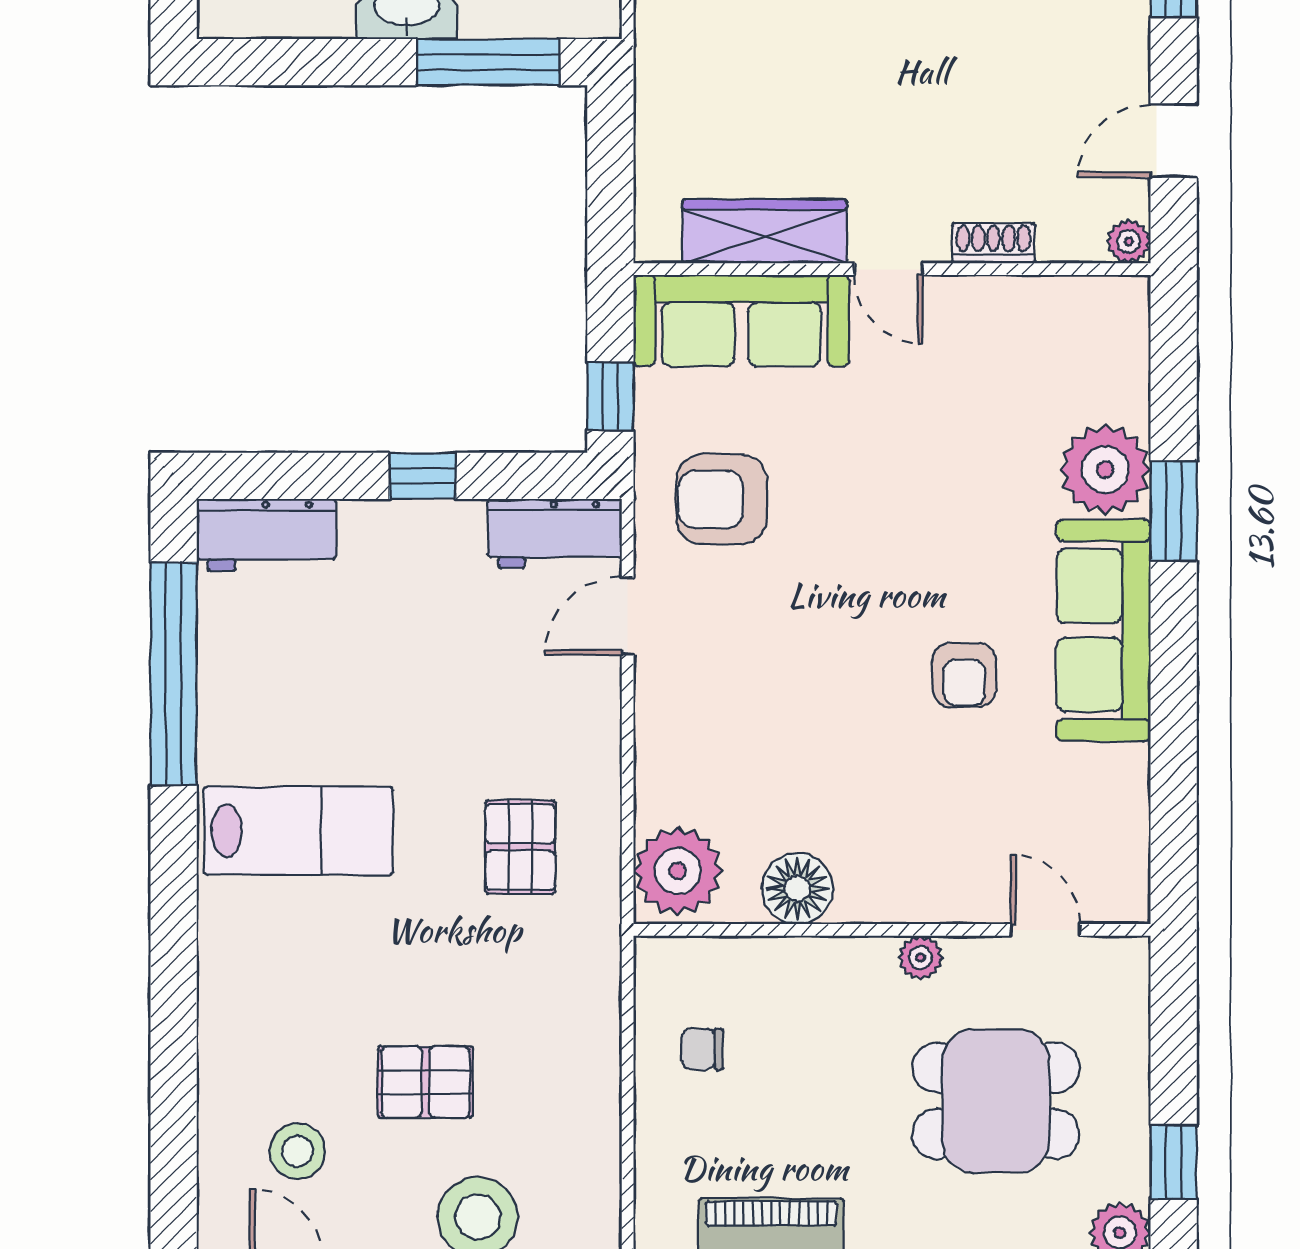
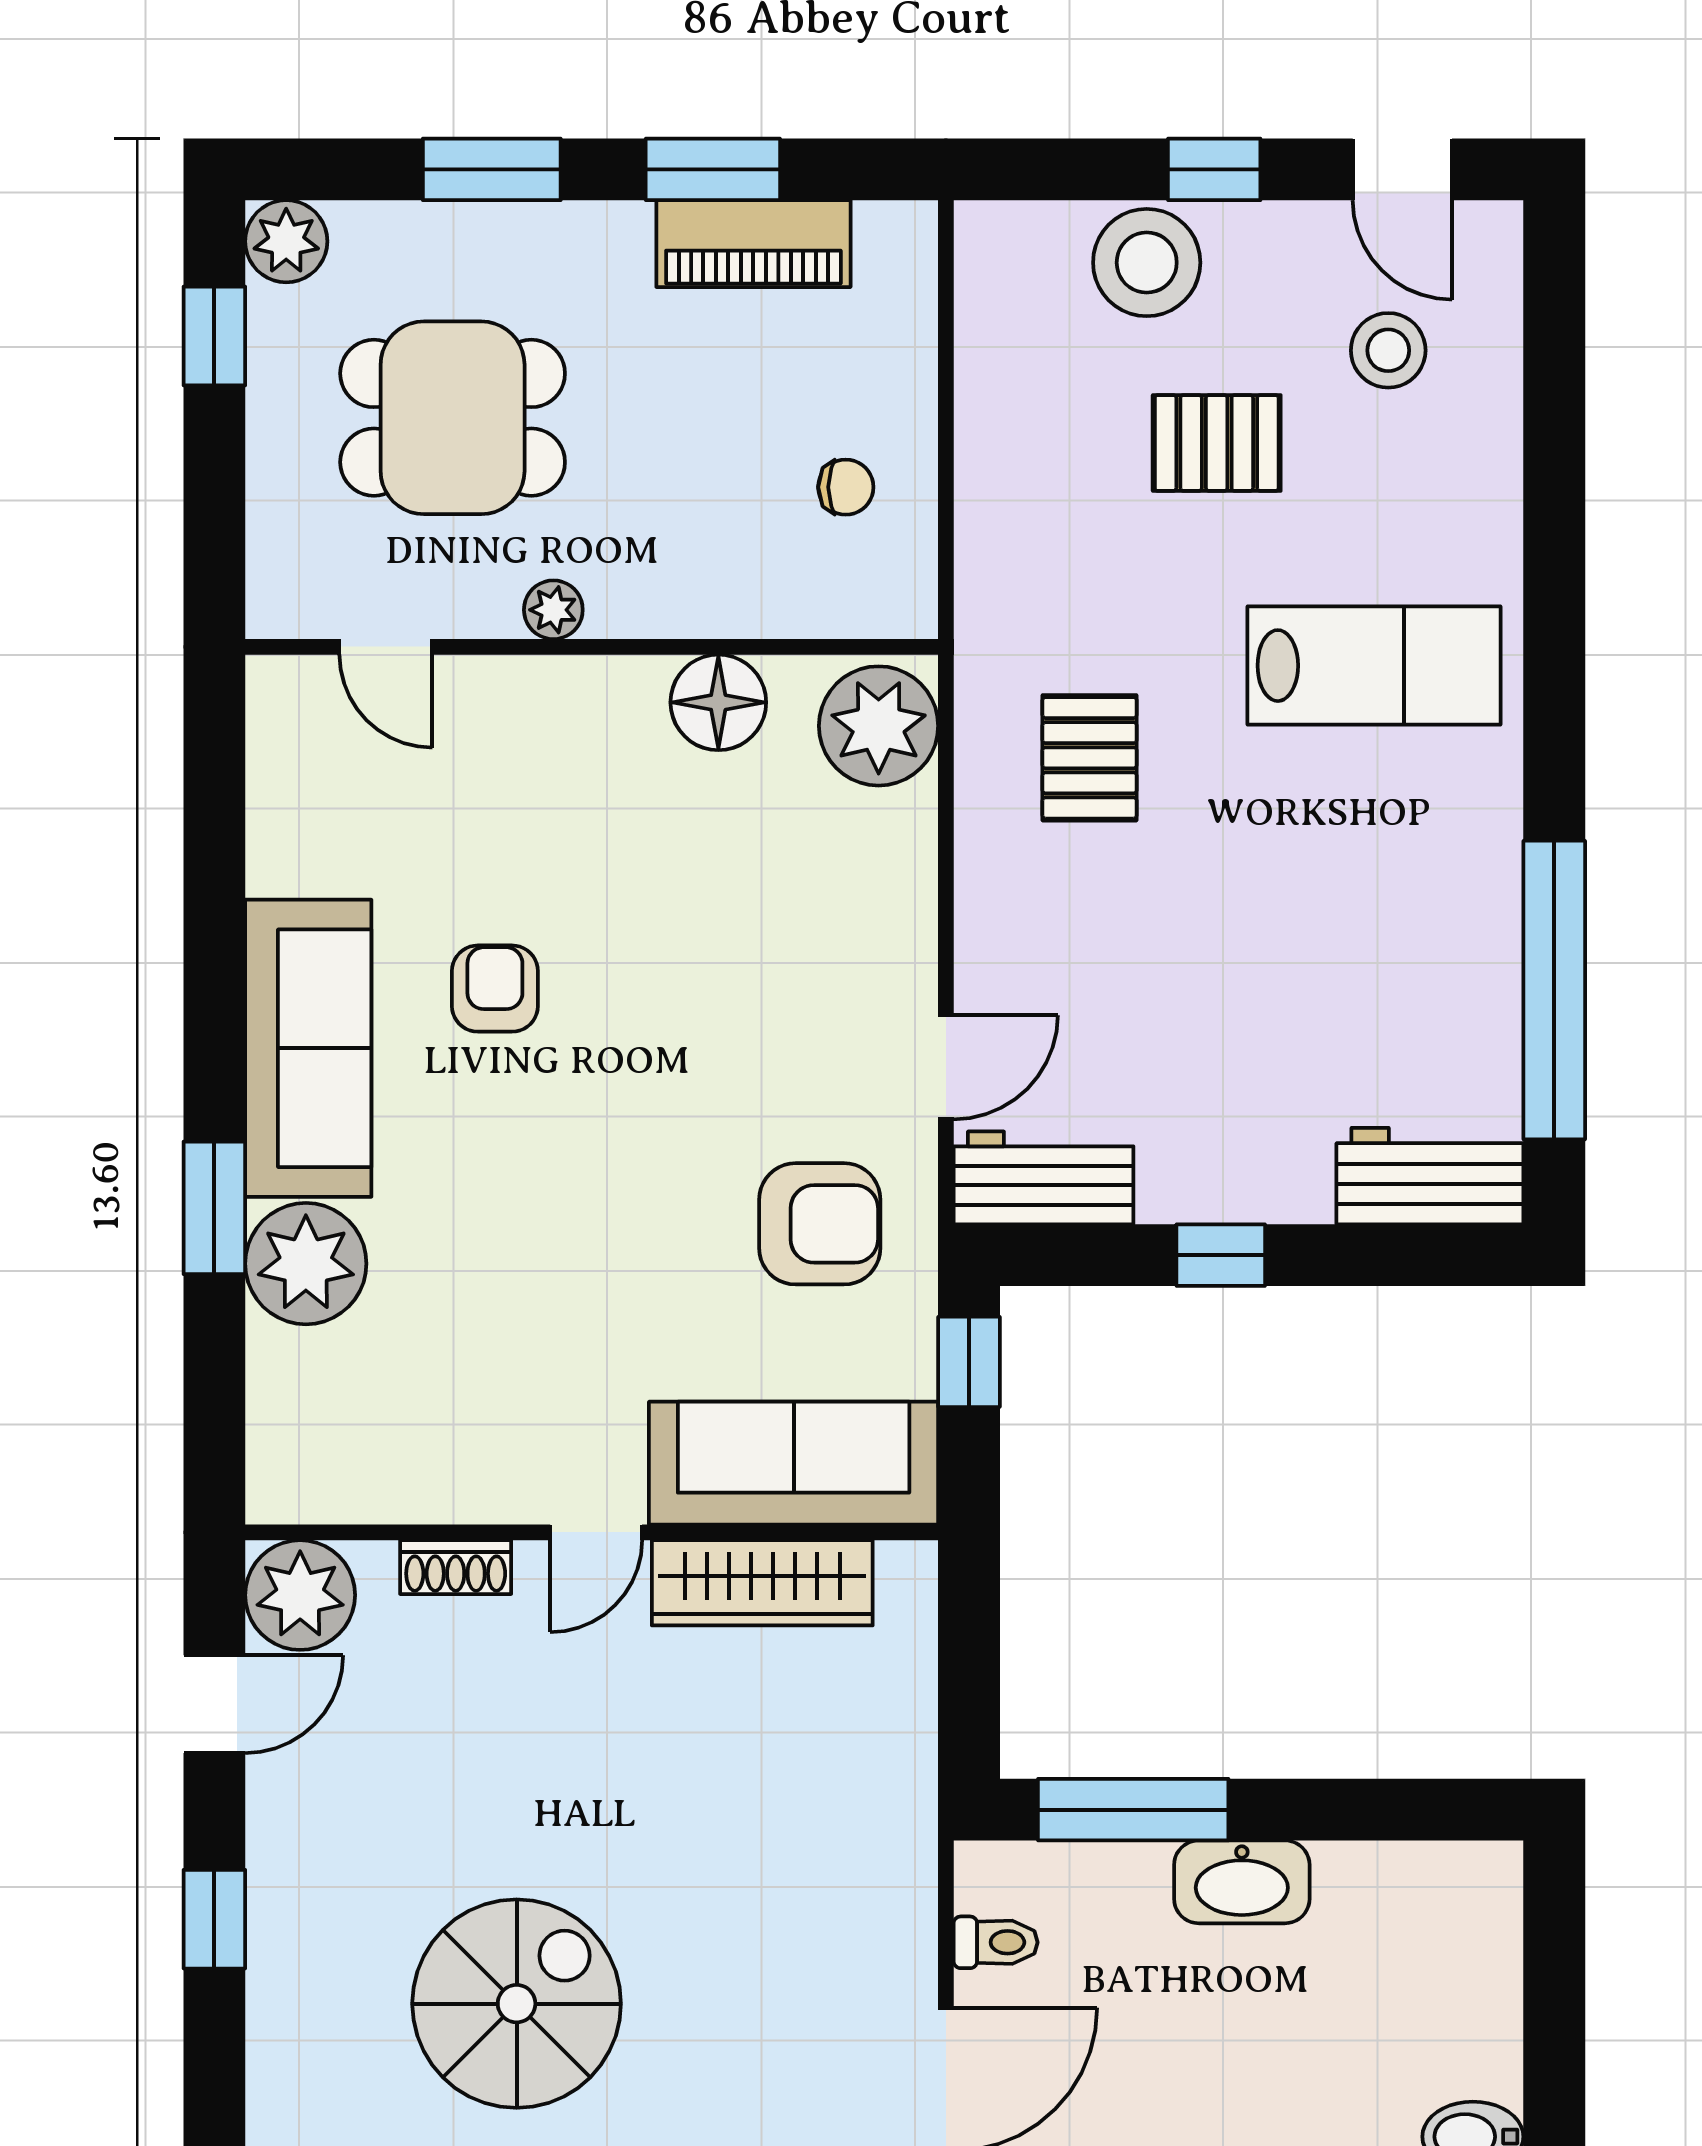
plant: (1129, 241) -> (300, 1595), width x1.88, depth x1.88
door: (889, 269) -> (596, 1532), swing flipped
lab bench: (298, 831) -> (1374, 666), moved, turned 180

